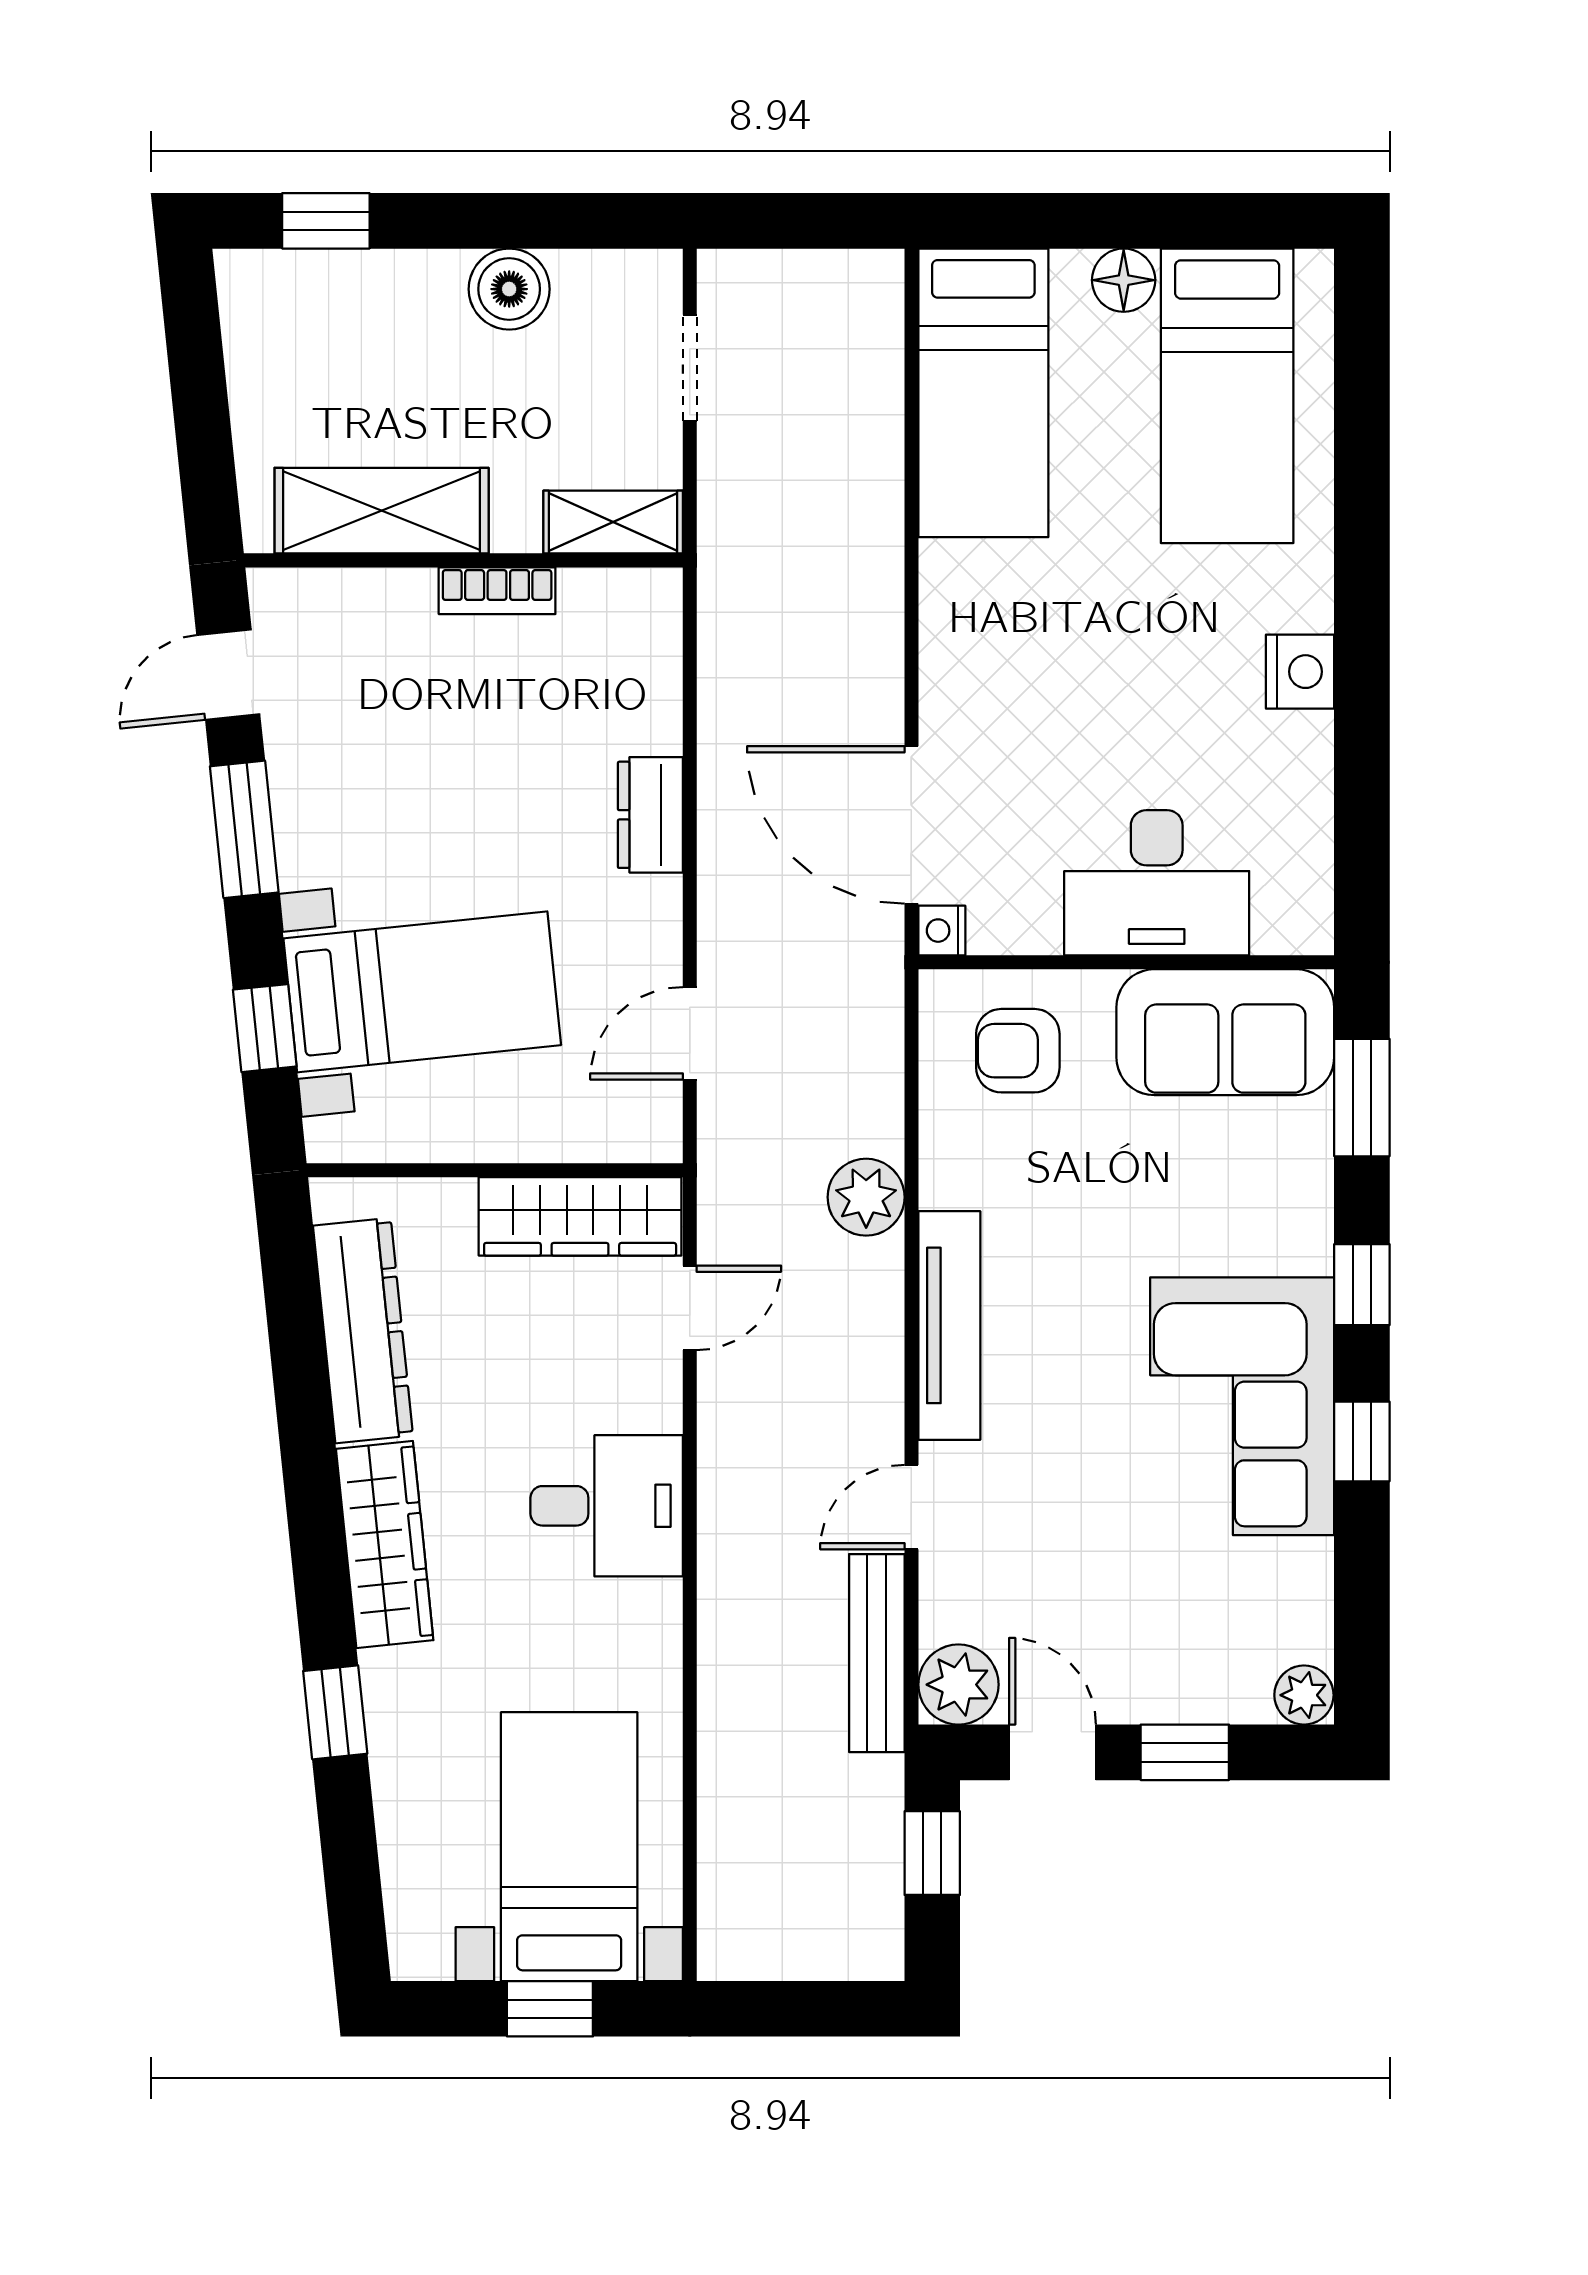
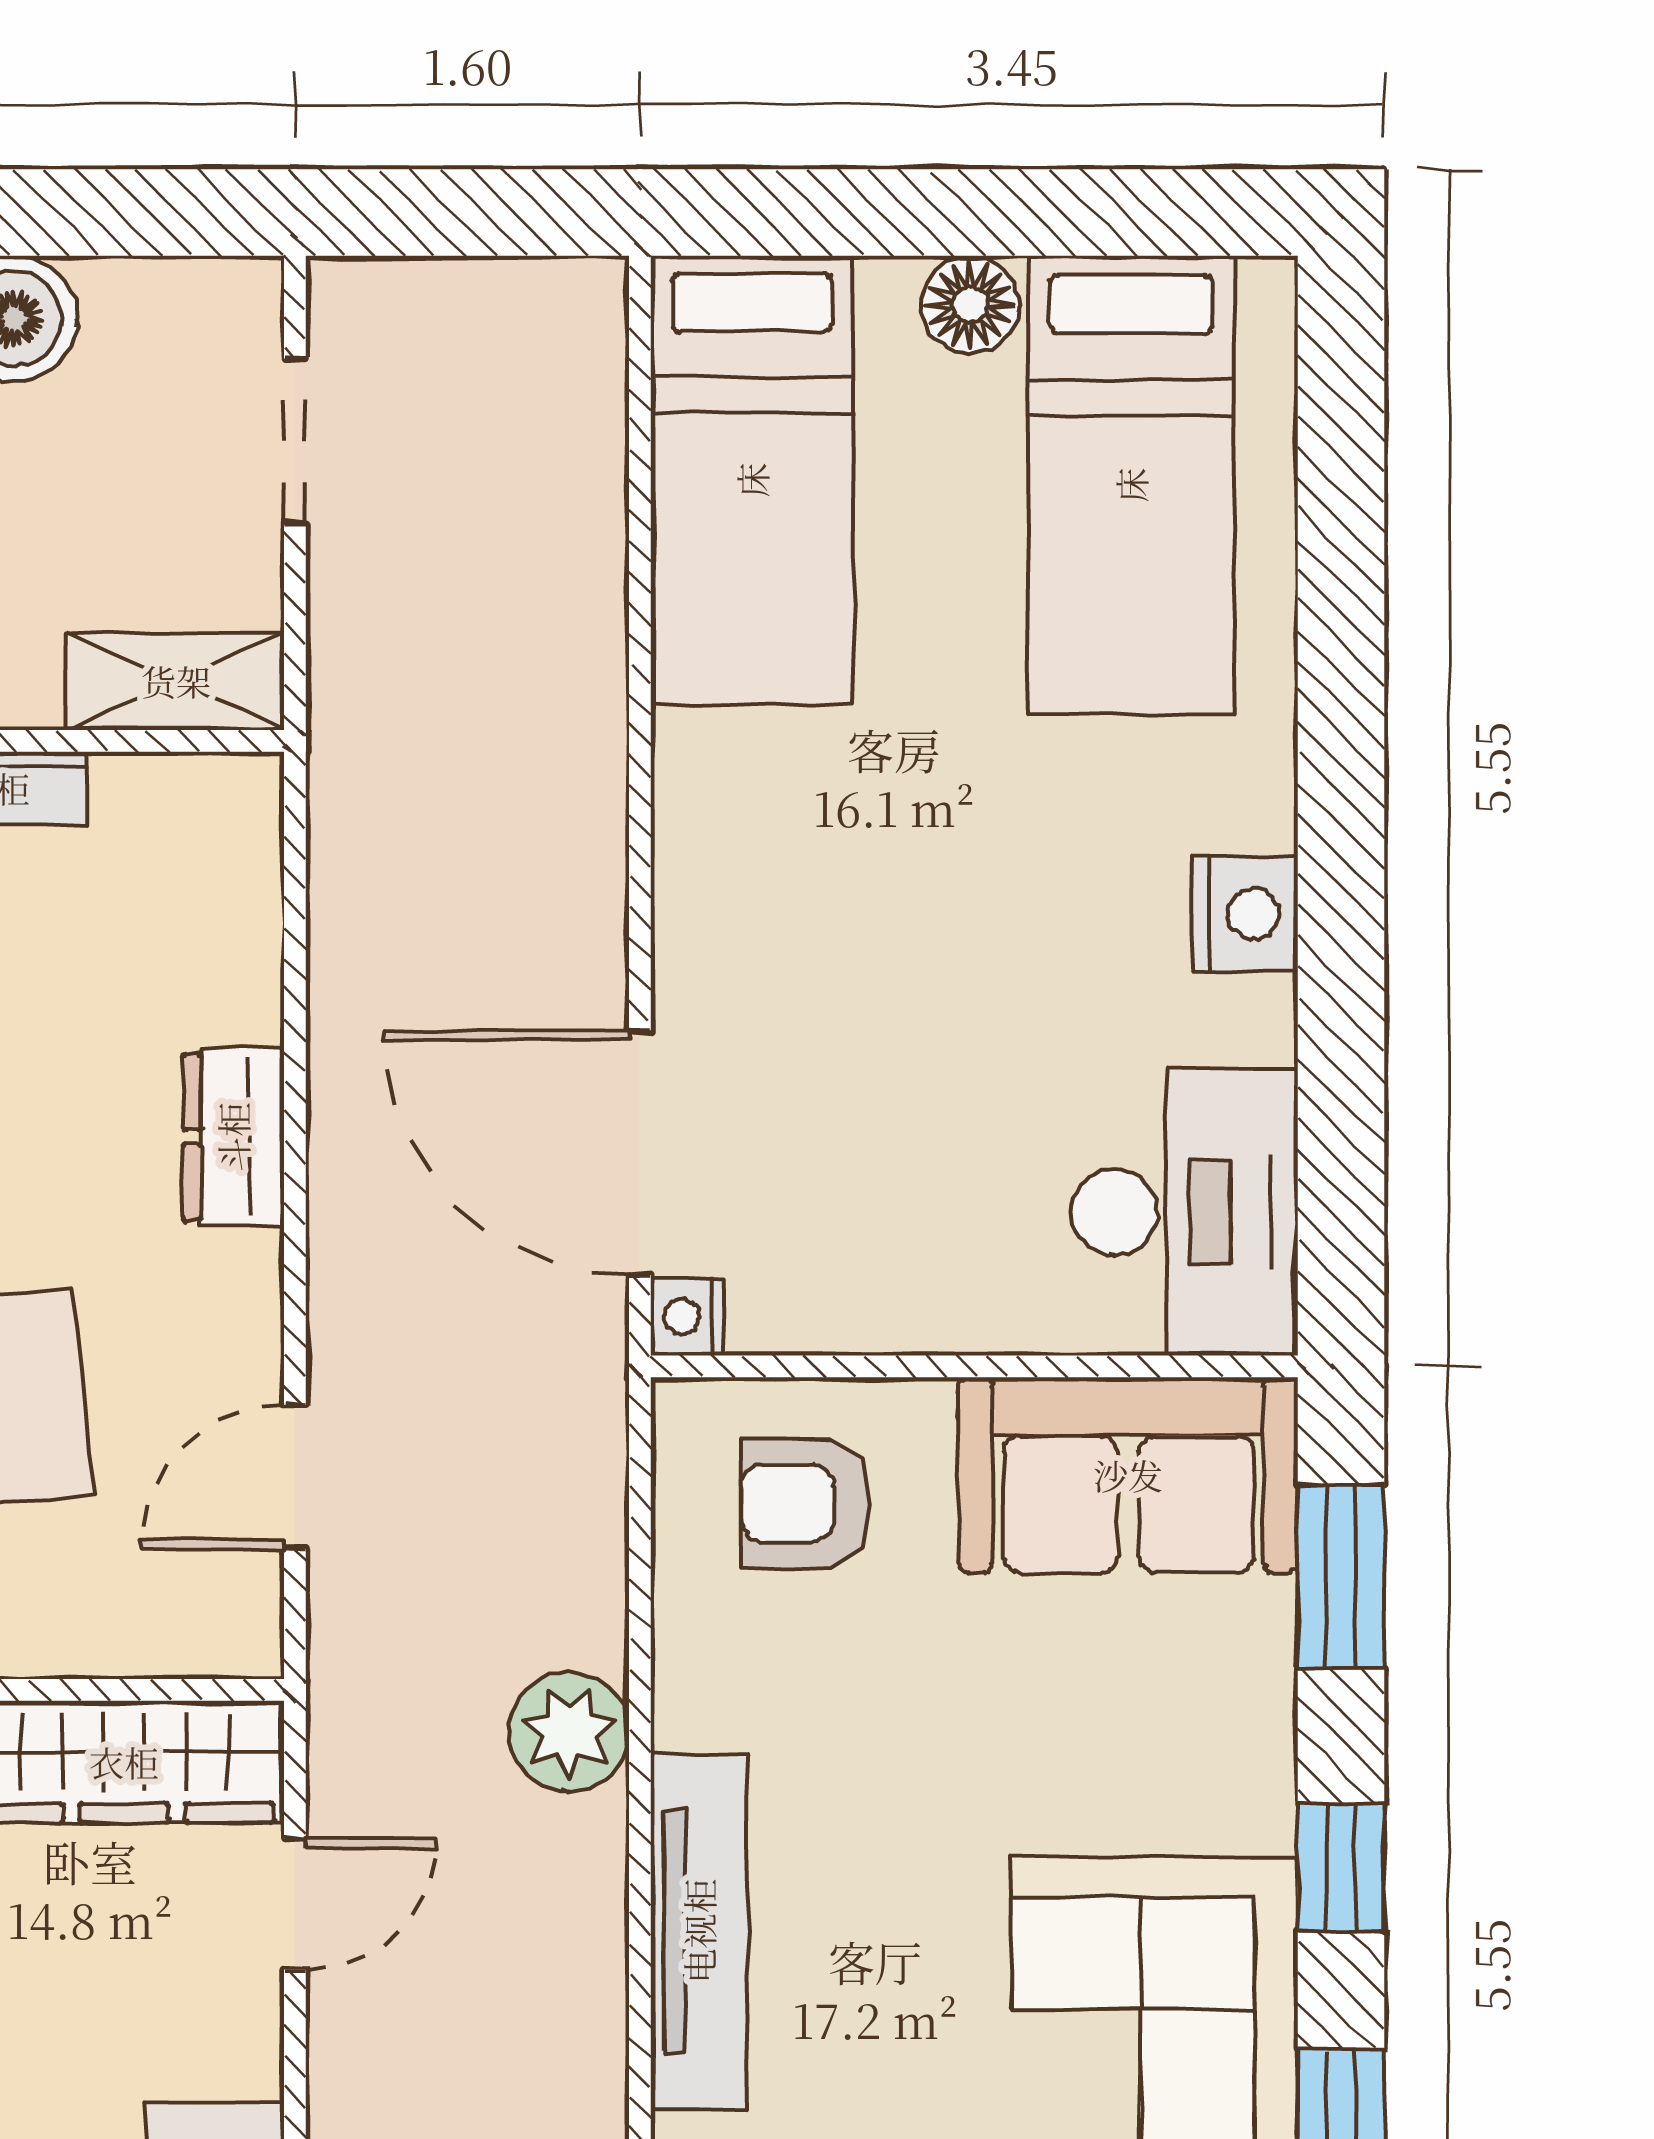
desk: (1157, 883) -> (1185, 1212), moved, turned -90

